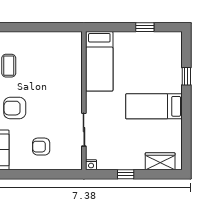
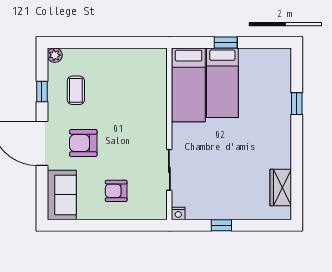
window: (145, 27) -> (226, 42), moved
bed: (154, 106) -> (222, 83), moved, turned -90
wardrobe: (160, 161) -> (281, 187), moved, turned -90

